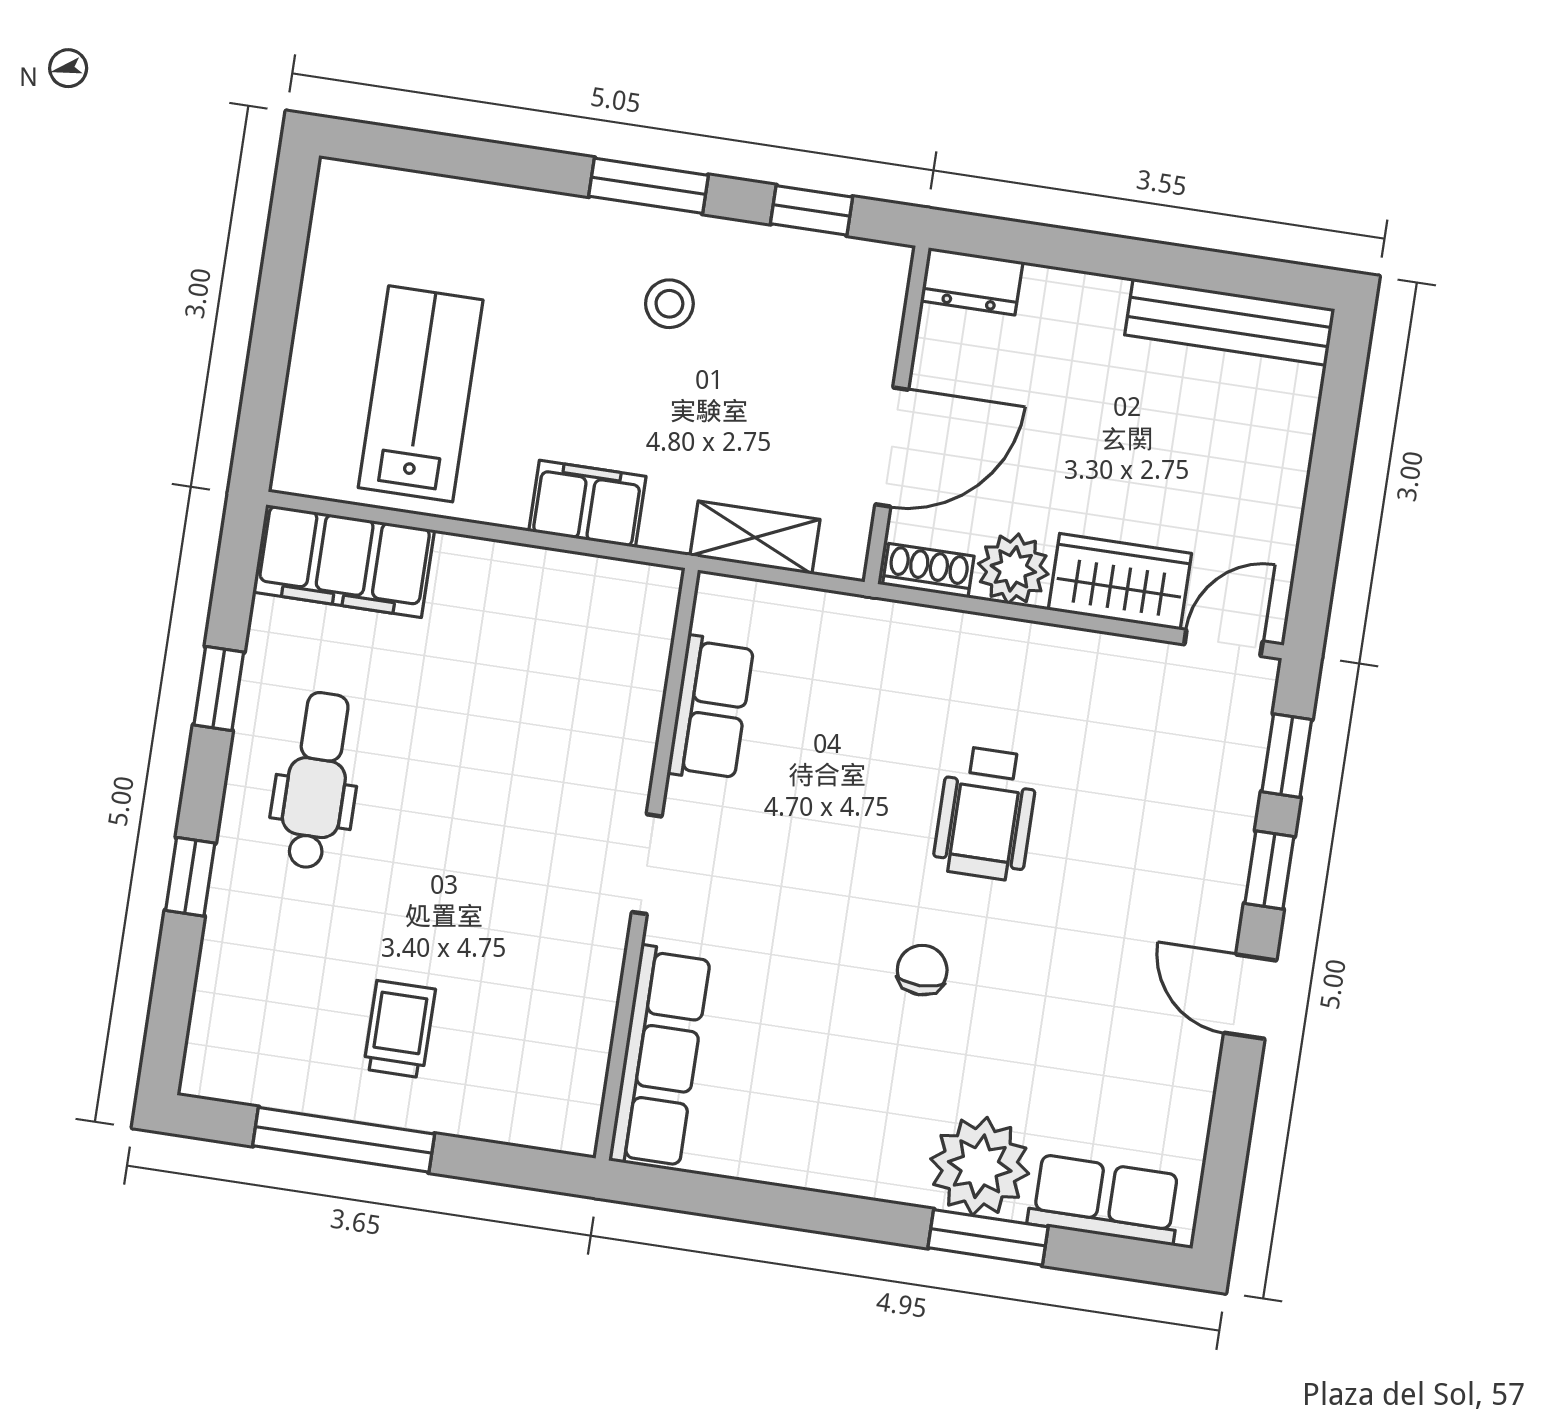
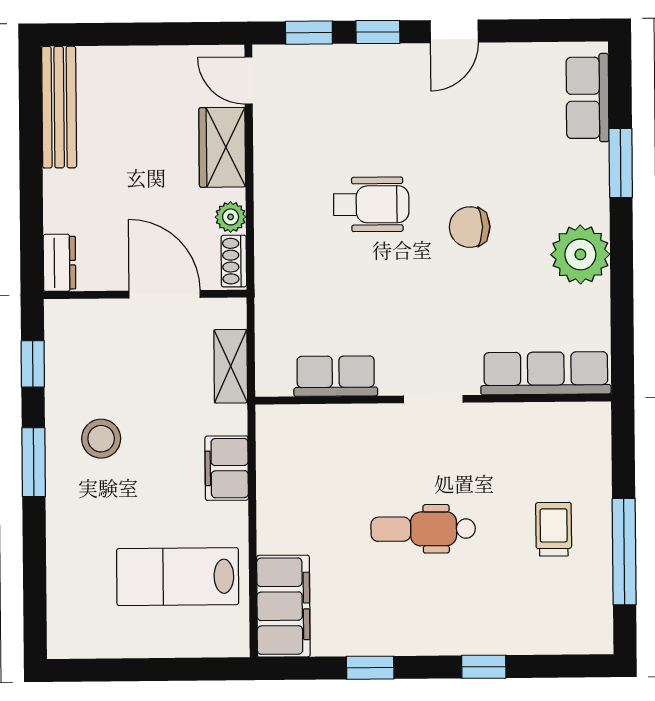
stool: (669, 304) -> (101, 439), width x1.37, depth x1.37
plant: (1013, 569) -> (231, 217), width x0.73, depth x0.73
dental chair: (316, 780) -> (423, 529), moved
chair: (922, 970) -> (470, 227), width x1.37, depth x1.37
trolley: (399, 1029) -> (554, 529), turned 90
plant: (980, 1166) -> (580, 254), moved

